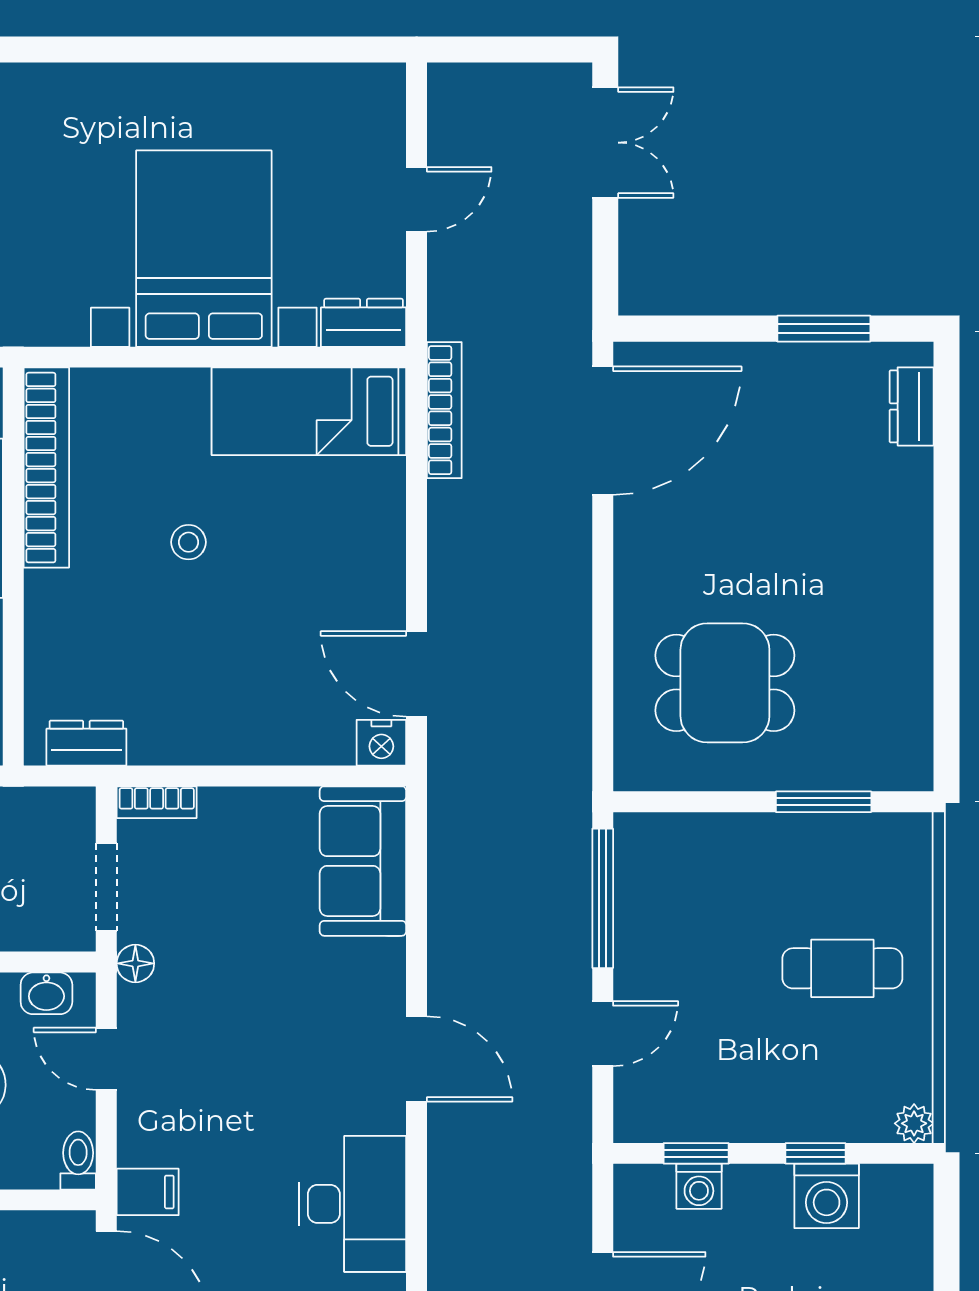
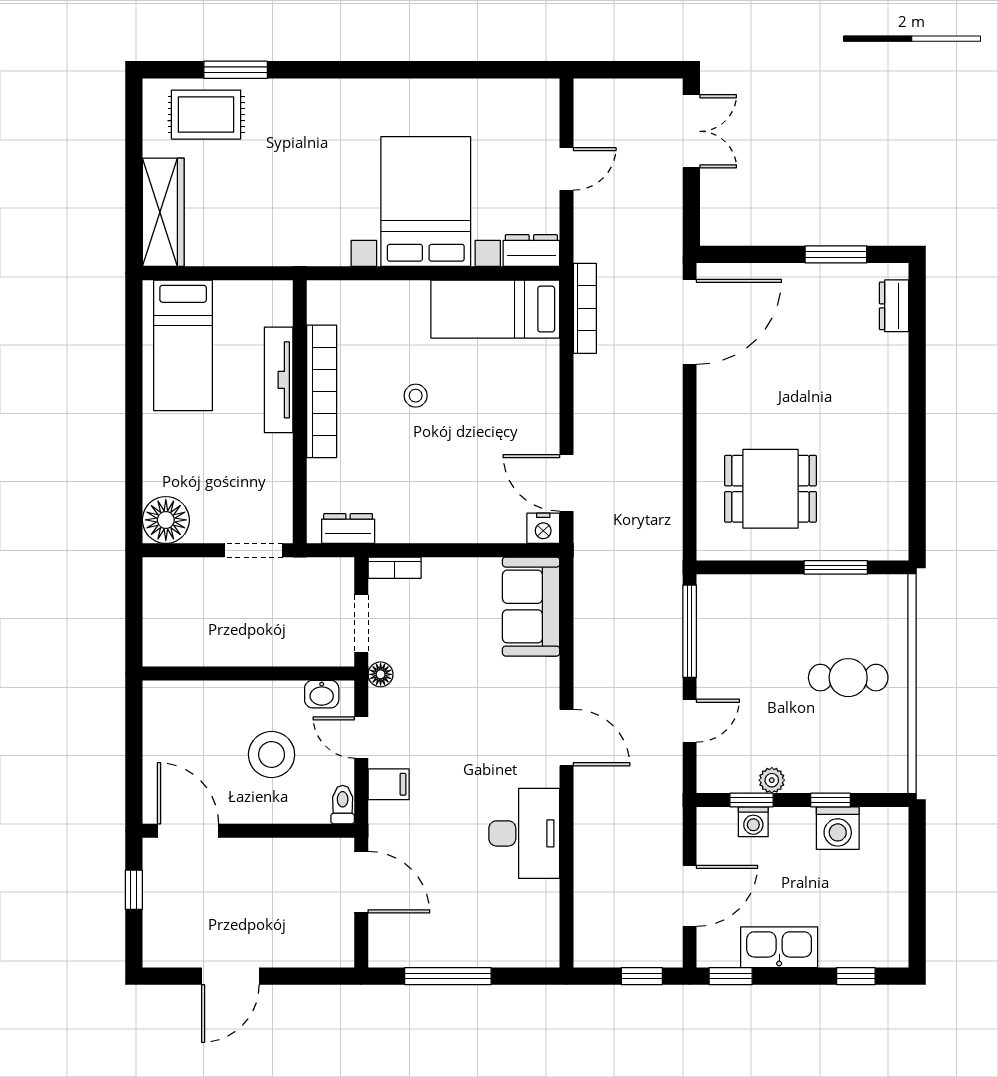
bookcase: (46, 468) -> (322, 391), moved
plant: (914, 1123) -> (772, 780), moved
filing cabinet: (148, 1192) -> (389, 784), moved

